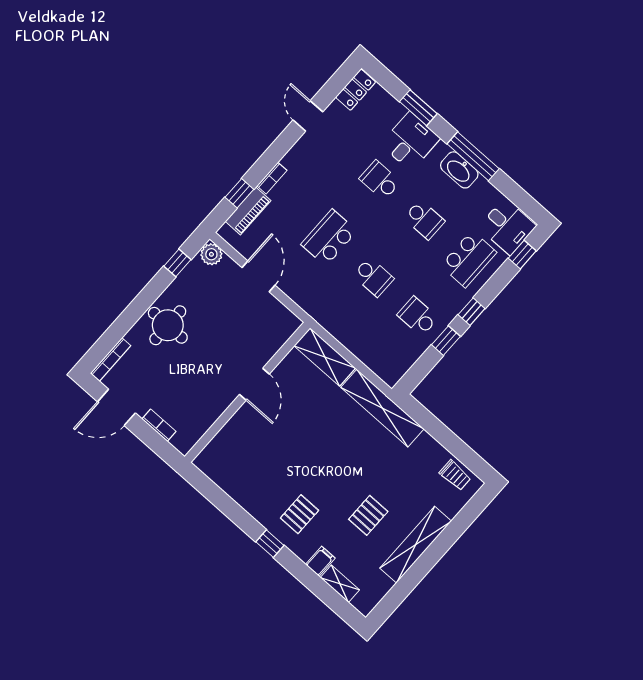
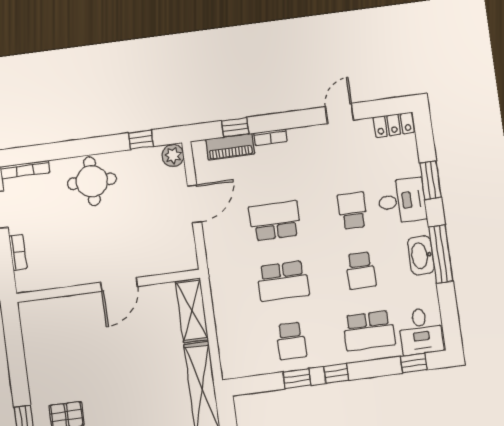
school desk: (373, 277) -> (283, 281), width x1.85
school desk: (418, 316) -> (291, 341), turned 180

